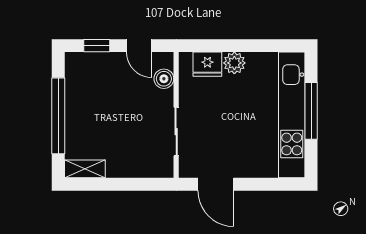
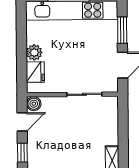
boiler: (164, 79) -> (34, 104), moved
window: (264, 184) -> (122, 30), added

